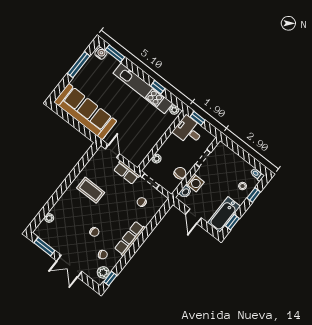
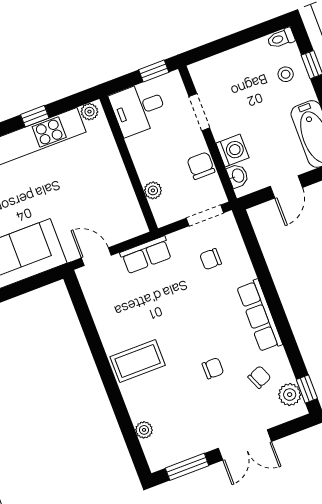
window: (198, 118) -> (154, 71), moved
doorway: (150, 181) -> (205, 215), moved
coffee table: (91, 190) -> (138, 361), moved
door: (193, 216) -> (286, 187), hinge flipped

